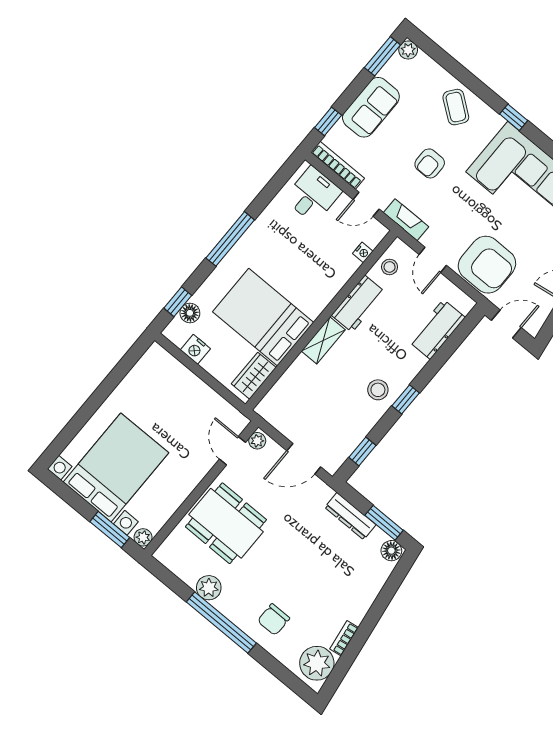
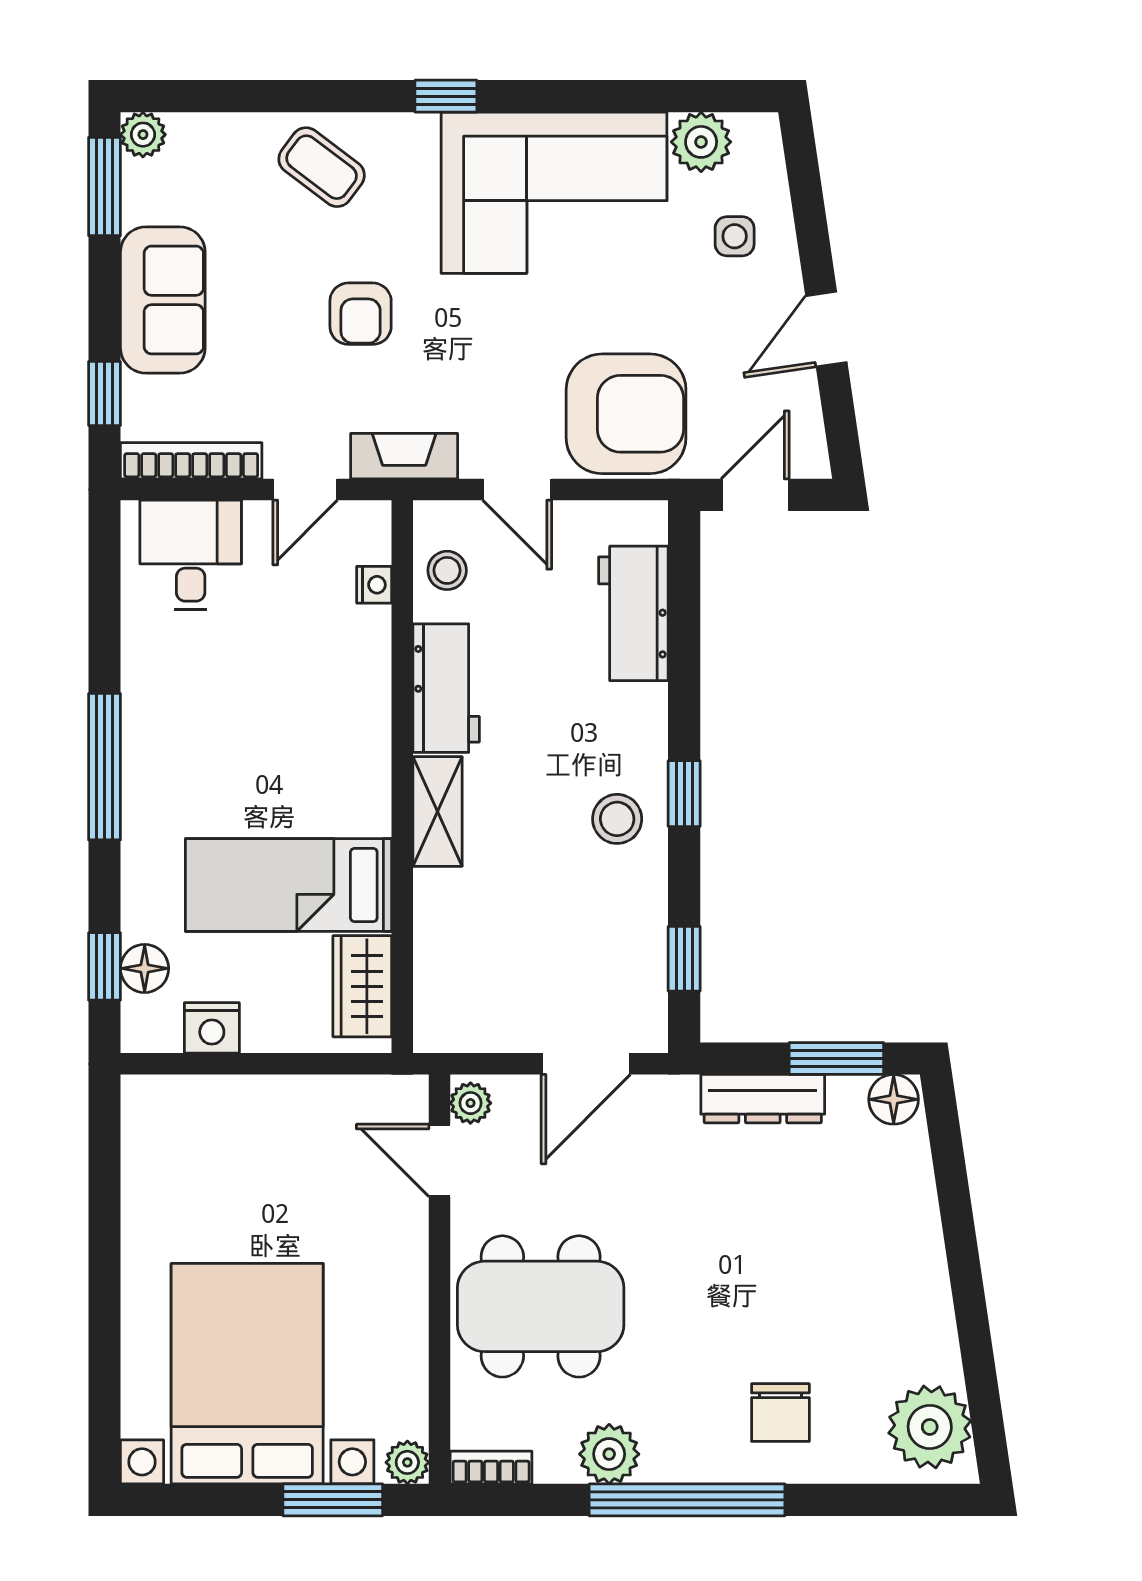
bed: (263, 317) -> (289, 885), width x0.67
bookcase: (344, 638) -> (491, 1468), moved, turned 98

